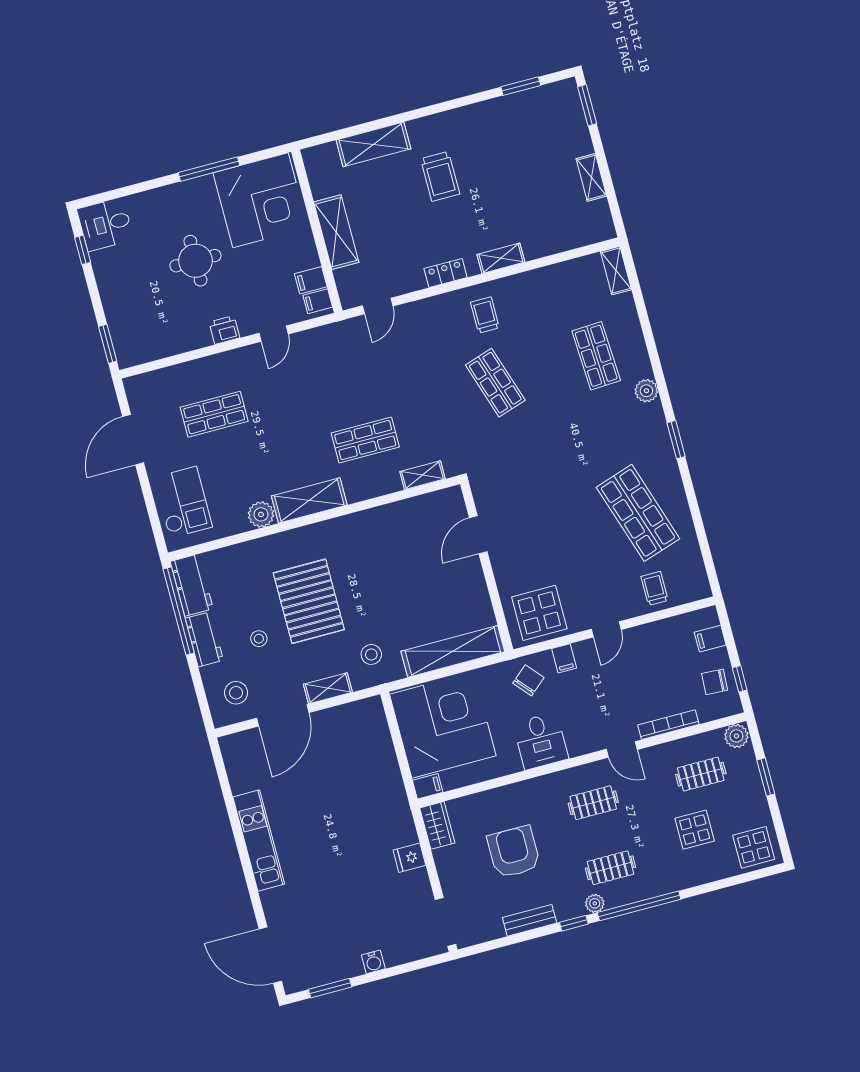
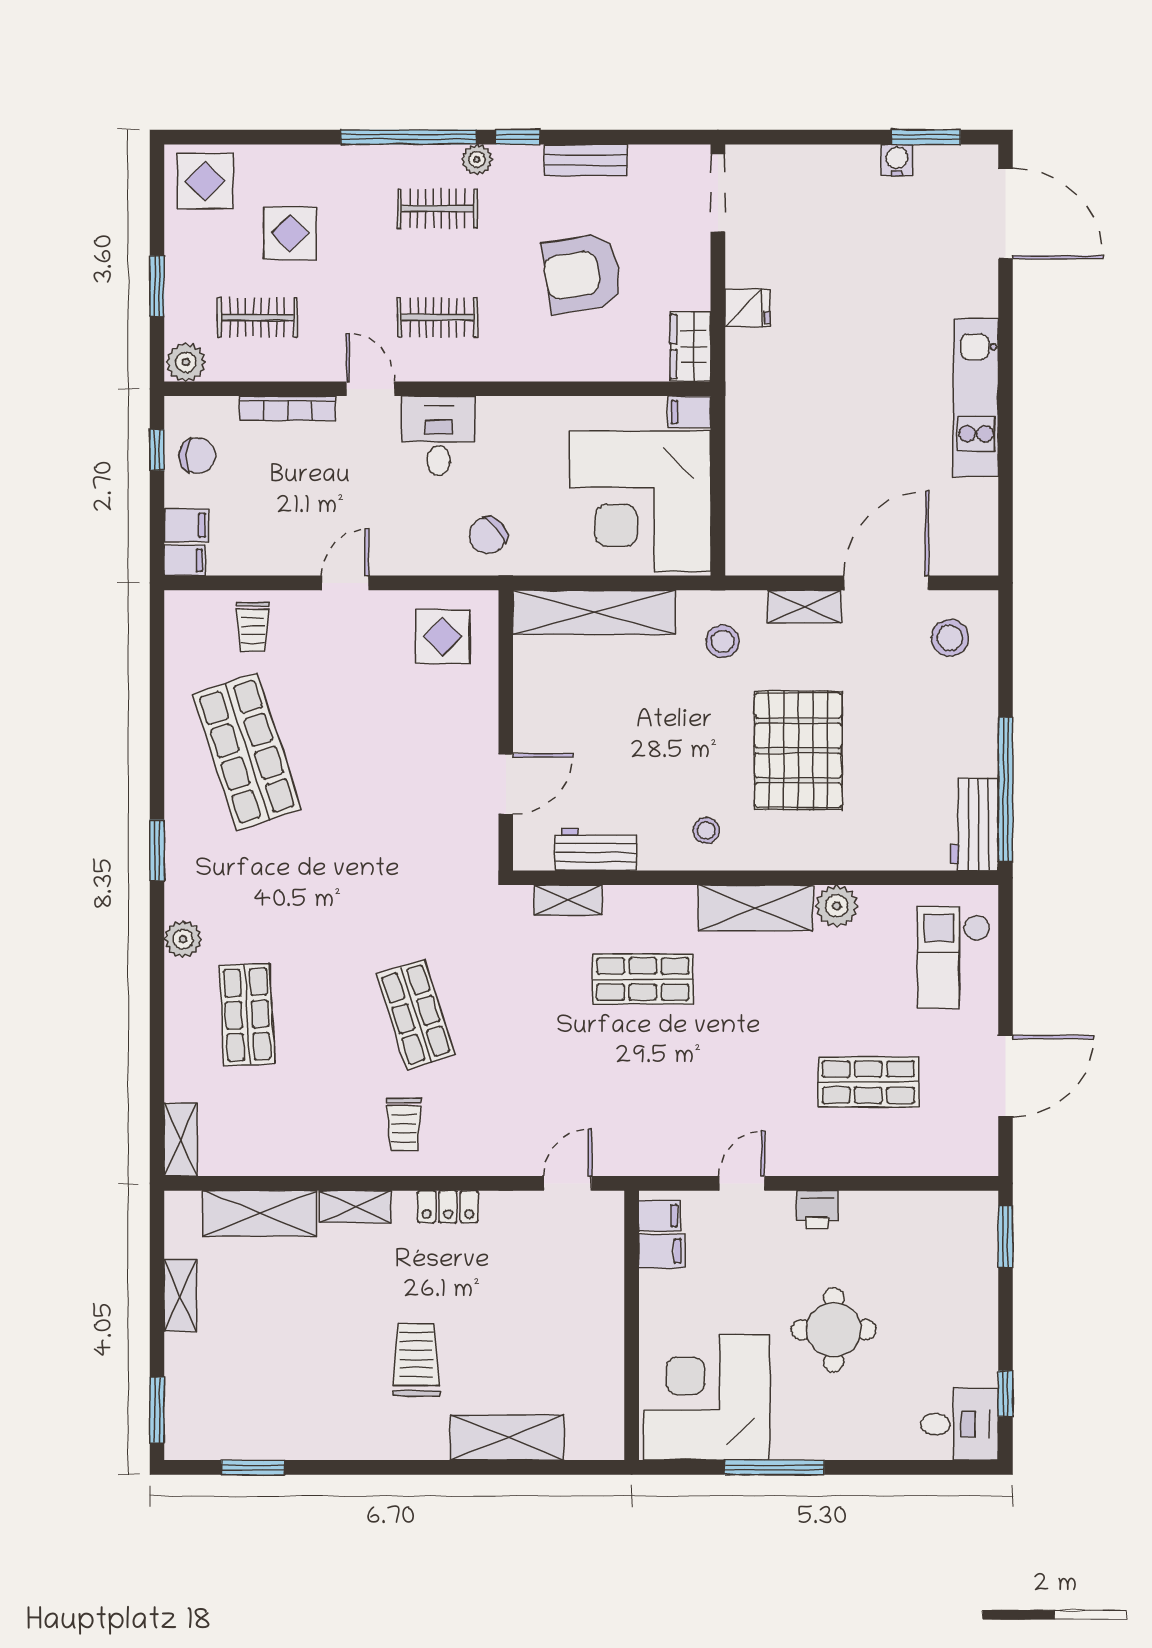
shelving: (336, 232) -> (260, 1213), moved, turned 90
display table: (539, 613) -> (443, 636), width x0.73, depth x0.73
workbench: (204, 639) -> (596, 849), moved, turned 90
stool: (259, 639) -> (706, 830), moved
filing cabinet: (564, 658) -> (185, 560), moved, turned 90
desk: (541, 741) -> (439, 436), moved
armchair: (514, 852) -> (582, 273), turned 81
water cooler: (373, 962) -> (897, 160), moved

